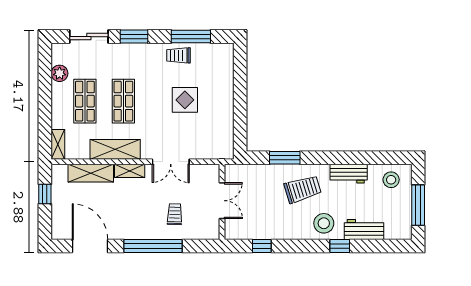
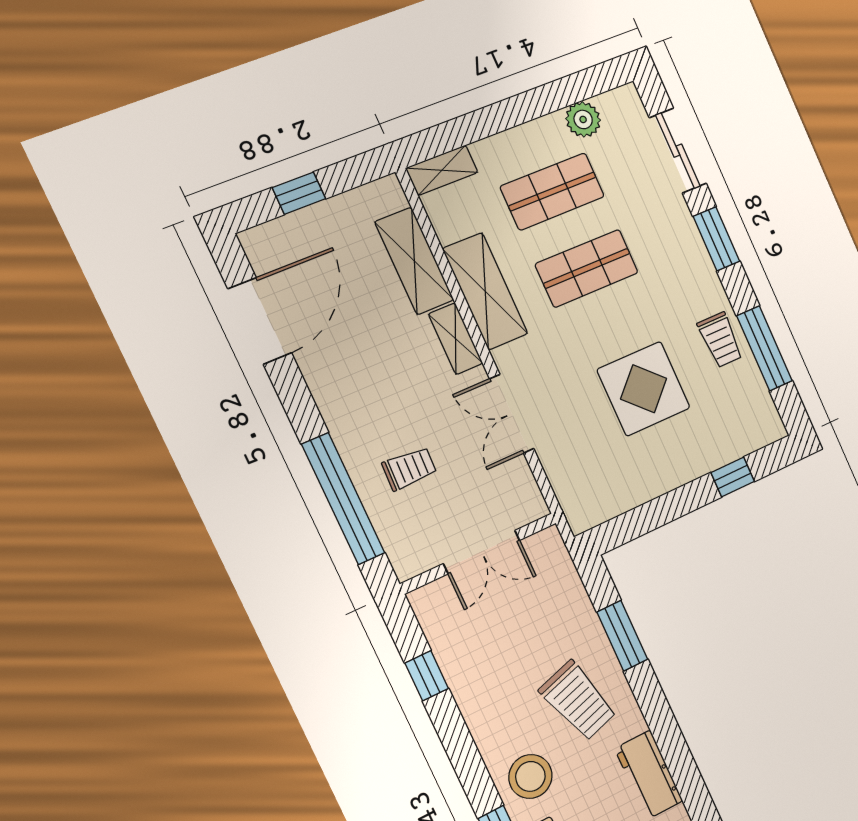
trolley: (178, 55) -> (720, 340), turned 180
window: (240, 77) -> (733, 477), added
display table: (185, 100) -> (644, 389), width x1.36, depth x1.36
window: (45, 194) -> (299, 193), moved
window: (153, 246) -> (343, 499), moved

